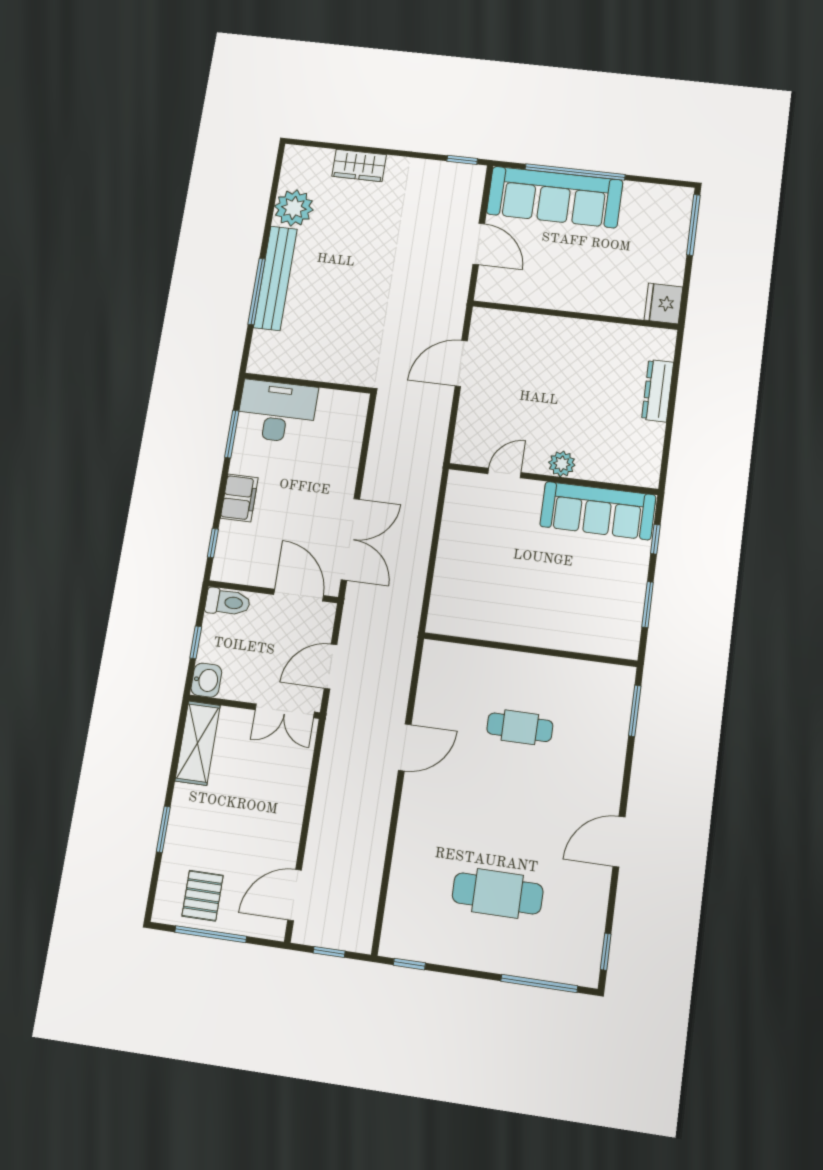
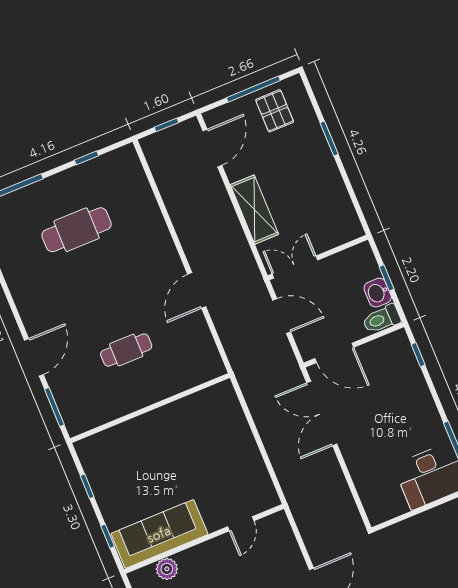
plant: (562, 464) -> (167, 569), moved
filing cabinet: (239, 498) -> (419, 398), removed
window: (648, 605) -> (87, 486), width x0.67
door: (330, 667) -> (282, 316), hinge flipped
washbasin: (206, 680) -> (378, 293), moved
shelving: (198, 743) -> (254, 210), moved
door: (619, 842) -> (34, 357), moved
window: (409, 964) -> (86, 158), moved

